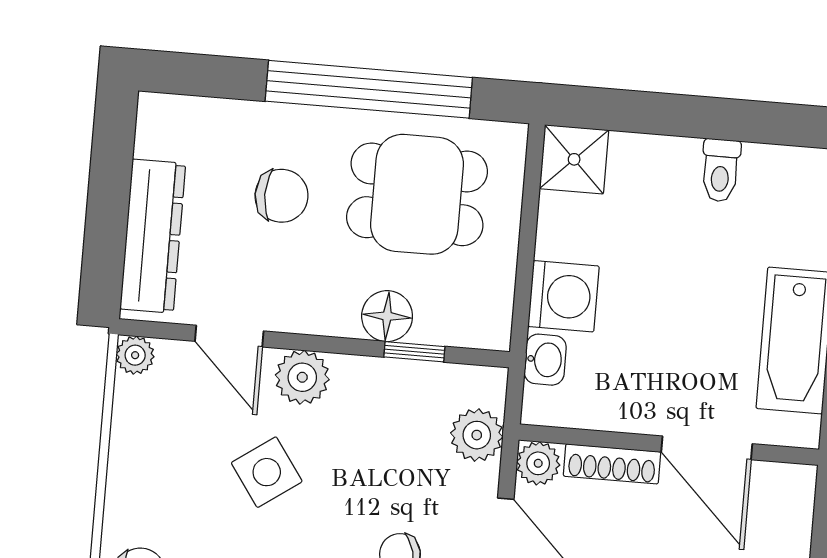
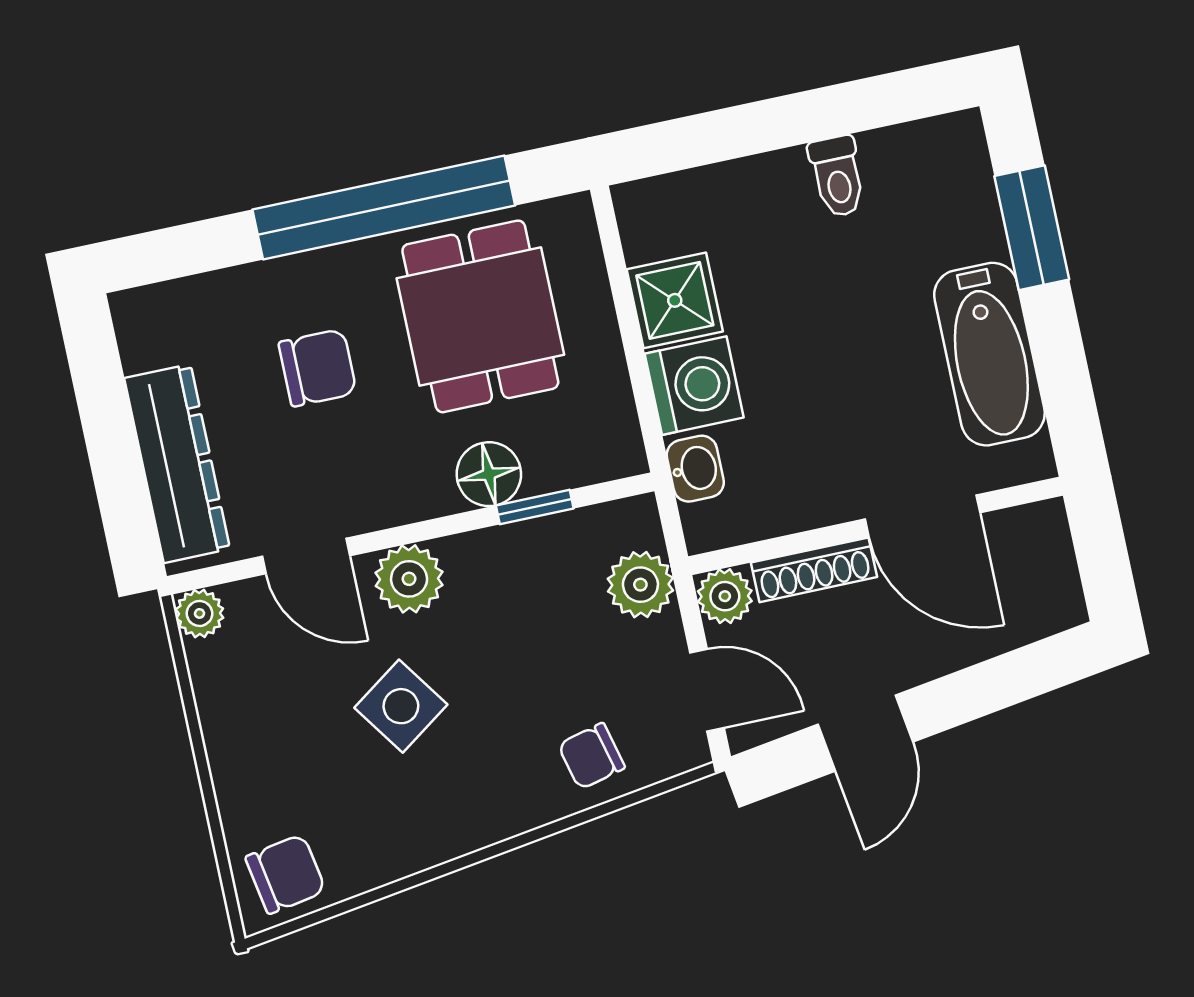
shower: (574, 159) -> (675, 300), moved
dining table: (417, 194) -> (480, 316), turned 90

